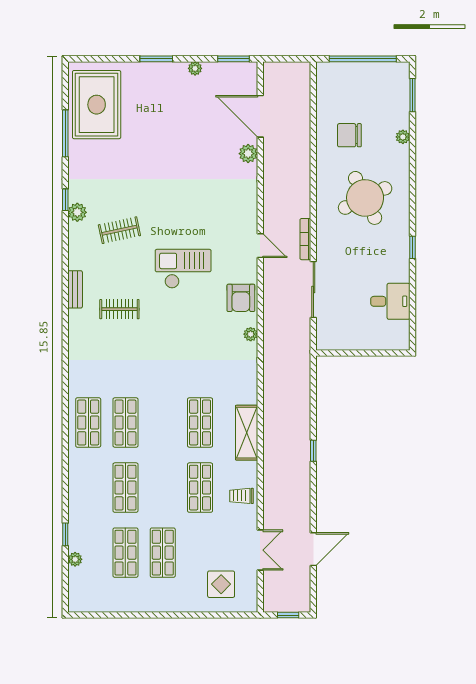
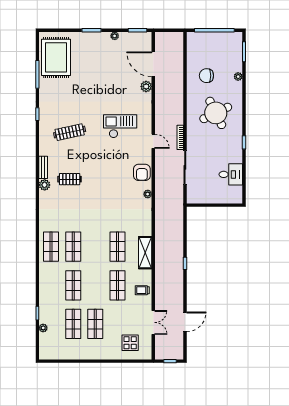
plant: (77, 212) -> (45, 185), moved
clothes rail: (119, 230) -> (70, 132), width x1.36
checkout: (183, 269) -> (120, 126), moved

